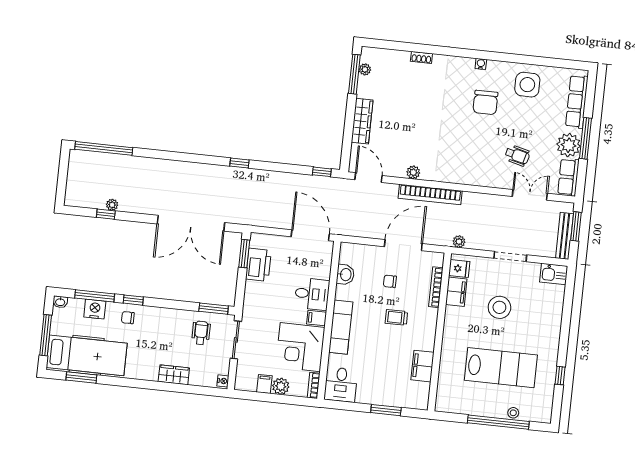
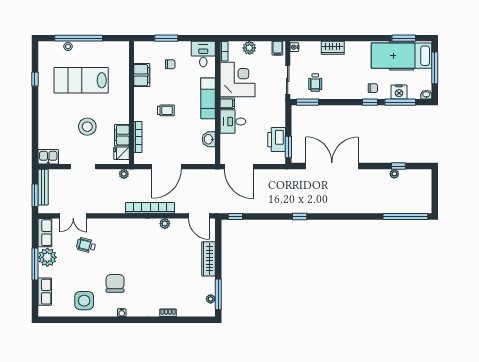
row of seats: (577, 102) -> (45, 292), width x0.68
chair: (390, 281) -> (170, 64), moved
filing cabinet: (264, 384) -> (277, 48), moved

